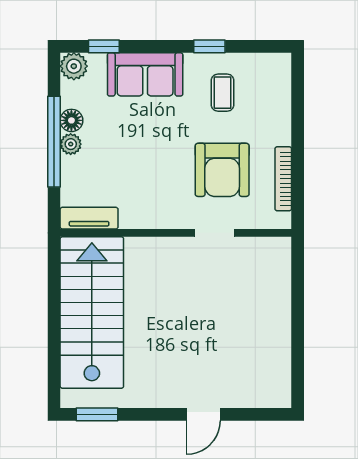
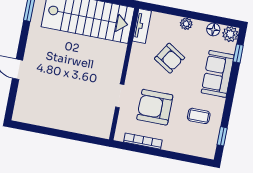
window: (209, 46) -> (222, 136), moved
floor lamp: (71, 120) -> (213, 29), moved
window: (54, 142) -> (189, 15), removed
armchair: (134, 161) -> (170, 58), added

